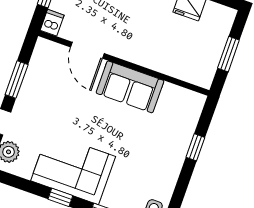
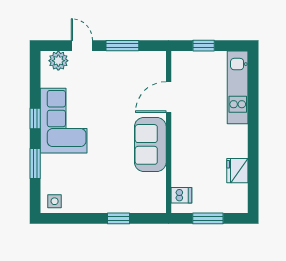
dishwasher: (52, 23) -> (181, 195), moved

